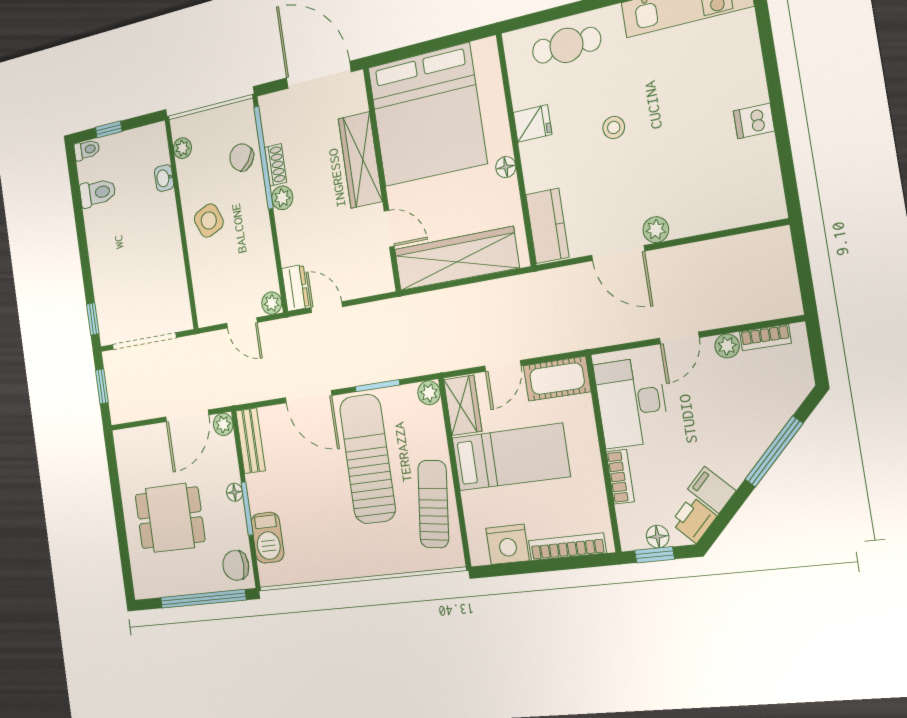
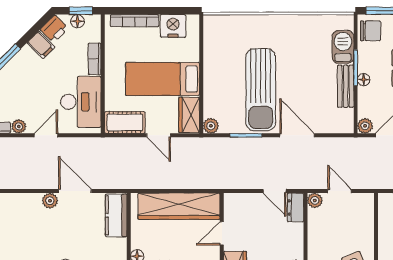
door: (389, 229) -> (222, 233), hinge flipped
door: (503, 366) -> (159, 135), swing flipped
bench: (251, 441) -> (346, 86), moved
sun lounger: (433, 504) -> (219, 56), removed

